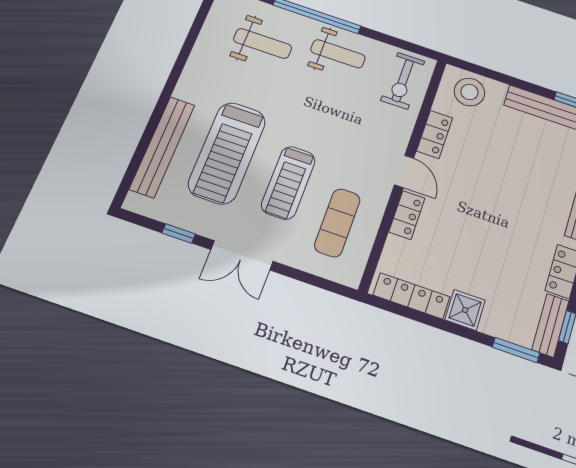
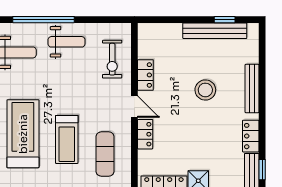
exercise bike: (403, 81) -> (112, 59), moved
stool: (469, 92) -> (205, 90), moved
treadmill: (227, 153) -> (23, 134), turned 180

